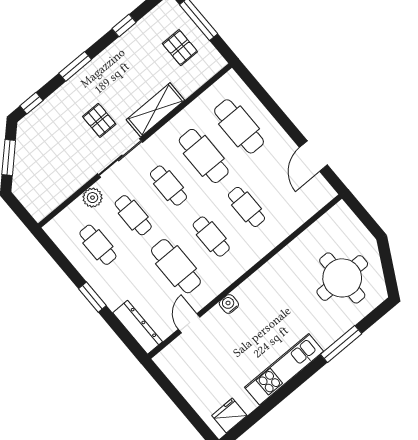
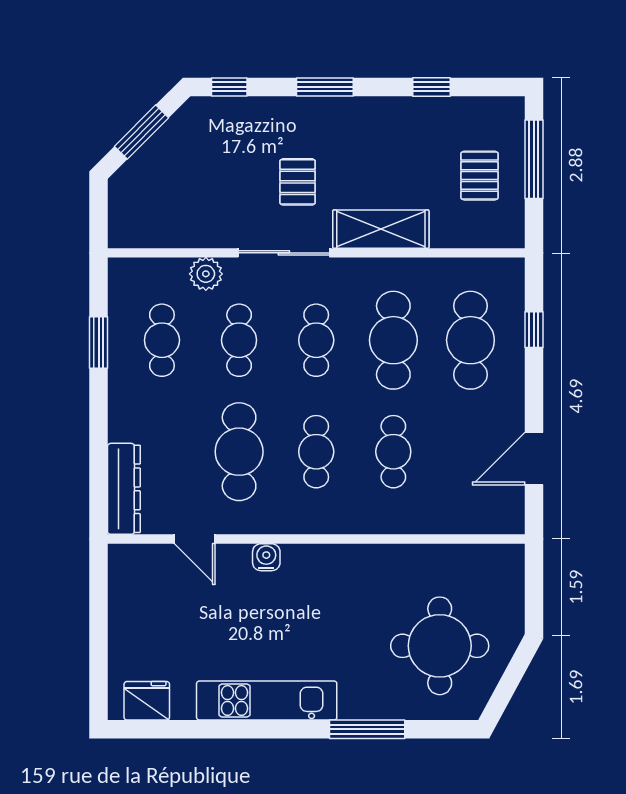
window: (264, 97) -> (534, 330), added
window: (92, 297) -> (99, 343), moved
door: (189, 323) -> (195, 539), swing flipped

